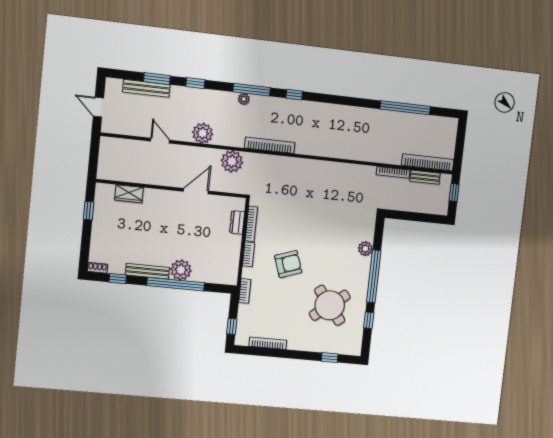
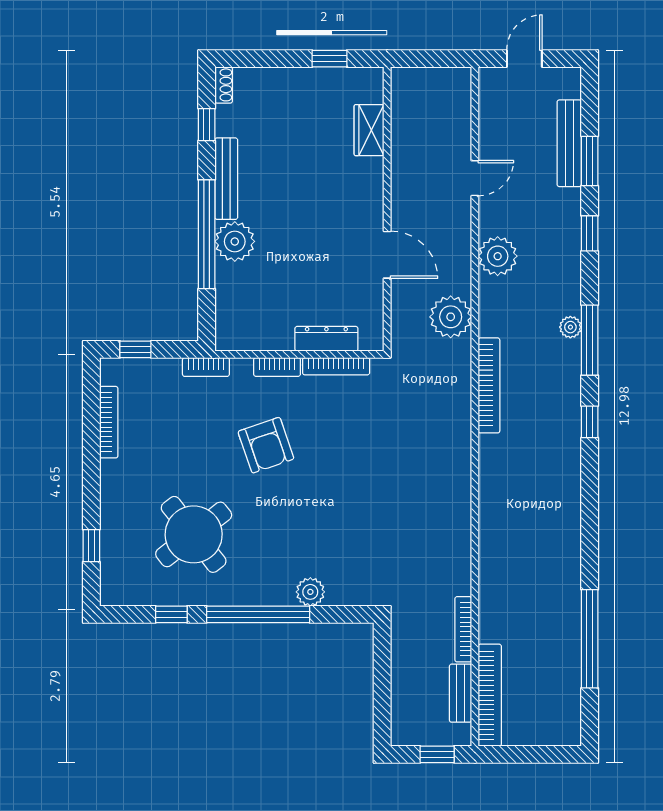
dresser: (237, 222) -> (326, 339), width x1.44

